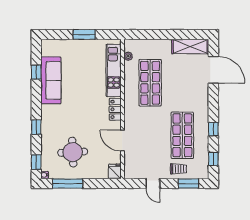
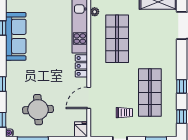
door: (122, 141) -> (89, 98), hinge flipped
trolley: (178, 169) -> (124, 113), moved

